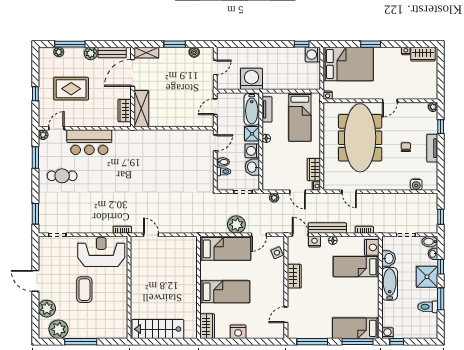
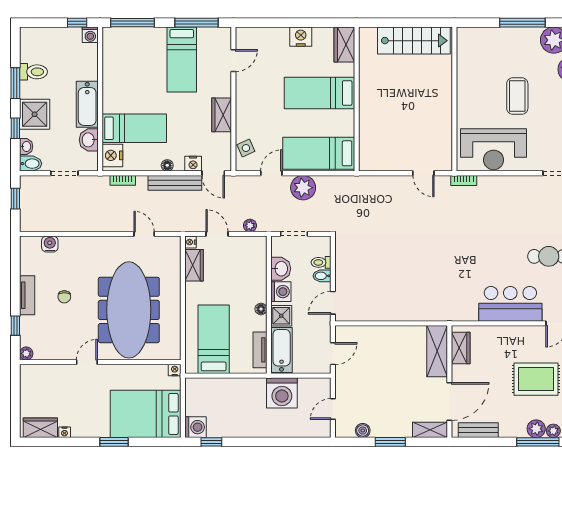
plant: (91, 53) -> (536, 429), moved
bed: (356, 328) -> (182, 59), moved, turned 90

